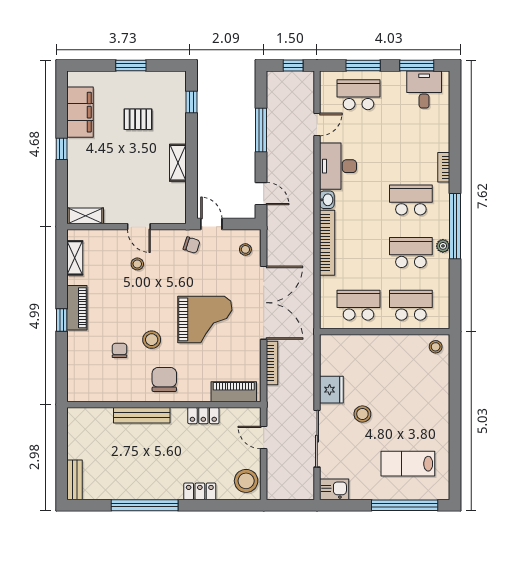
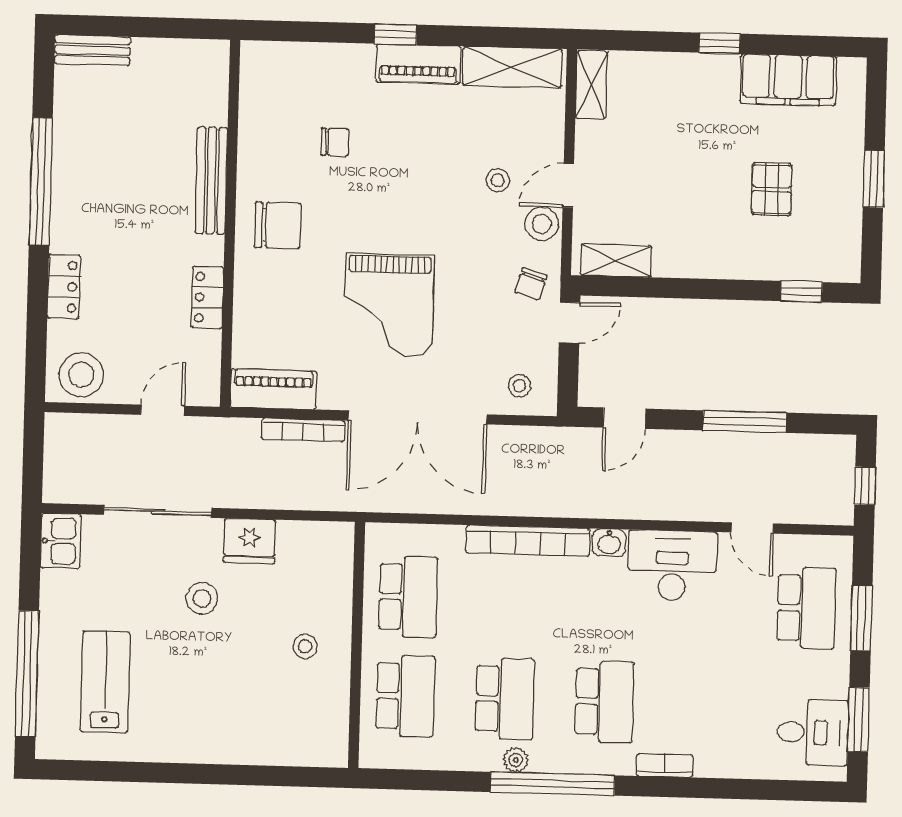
shelving: (178, 163) -> (616, 260), moved
shelving: (75, 258) -> (512, 67), width x1.50, depth x1.33
stool: (152, 340) -> (542, 224), moved
stool: (436, 347) -> (305, 646), moved
piano: (234, 392) -> (273, 389), moved, turned -90

